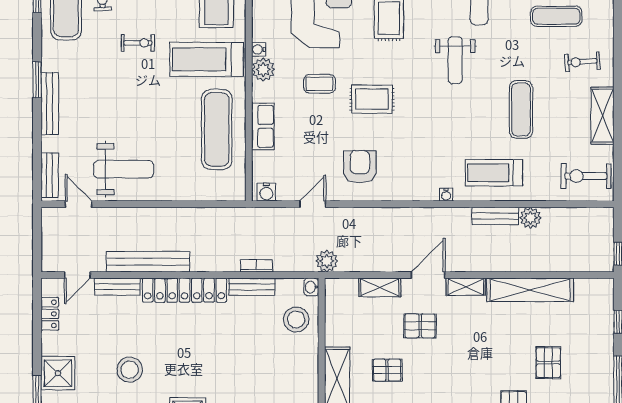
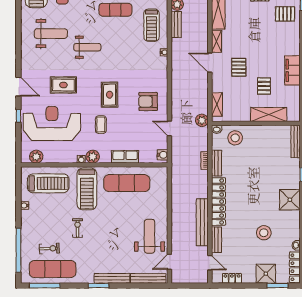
bench: (50, 175) -> (148, 278), width x1.36
shelving: (380, 287) -> (217, 104), moved

